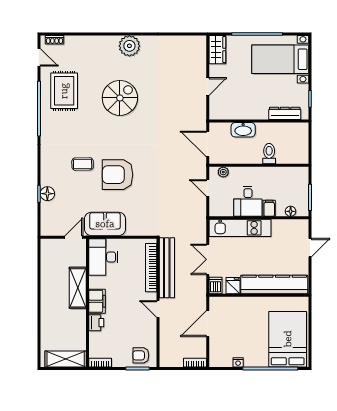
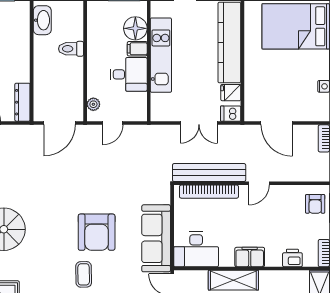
dresser: (285, 113) -> (22, 102), moved
washbasin: (243, 130) -> (42, 20), moved
floor lamp: (291, 211) -> (135, 28), width x1.89, depth x1.89
sofa: (105, 224) -> (156, 238), width x1.36
kitchen unit: (240, 228) -> (161, 55), moved
printer: (96, 323) -> (292, 258), moved

